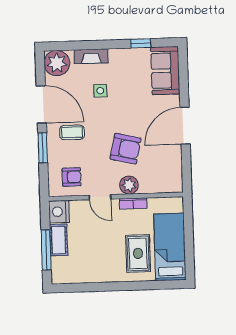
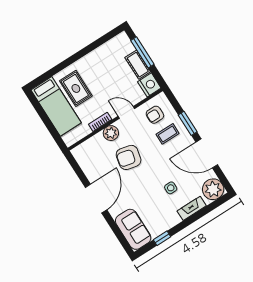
coffee table: (72, 132) -> (168, 134), moved

